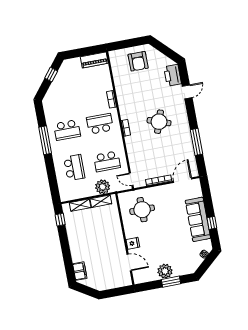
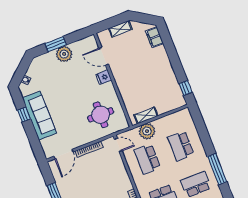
school desk: (107, 161) -> (147, 159), turned -90
shelving: (80, 205) -> (120, 29), moved

